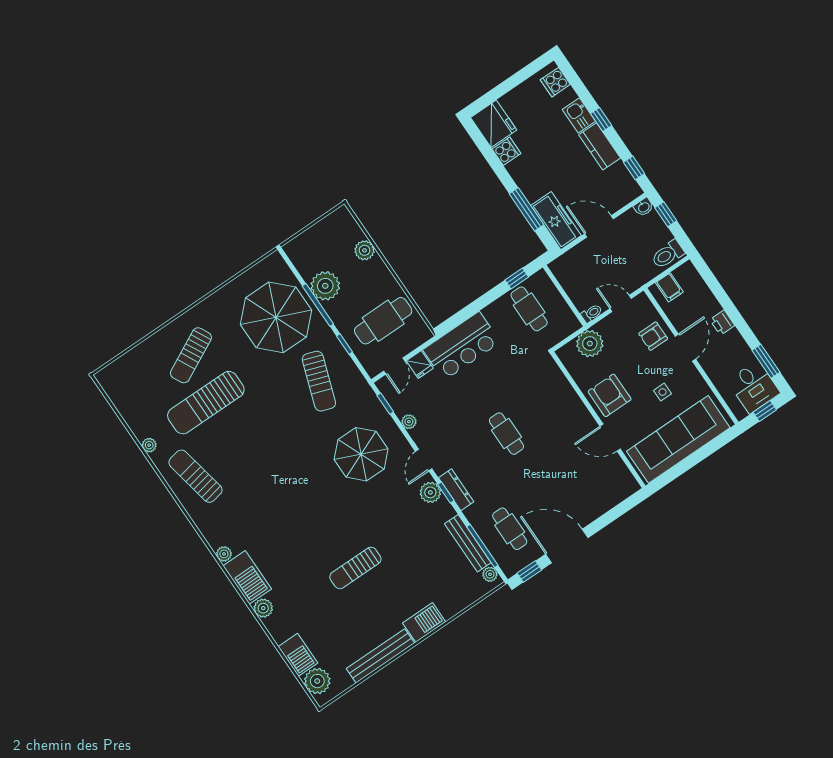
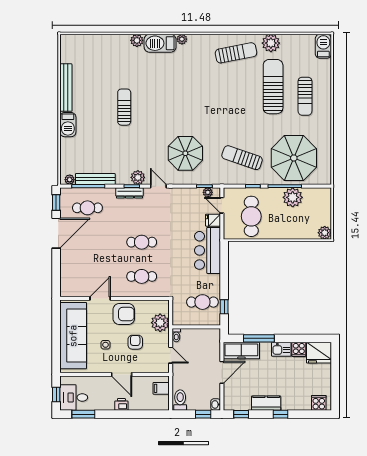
kitchen sink: (579, 115) -> (281, 349), moved, turned 180
plant: (365, 250) -> (325, 233), moved
door: (621, 303) -> (171, 355), hinge flipped
armchair: (653, 336) -> (135, 342), moved
sun lounger: (191, 355) -> (305, 96), turned -153
cafe table: (549, 405) -> (142, 276), added
plant: (409, 422) -> (208, 192), moved
plant: (149, 445) -> (271, 43), width x1.88, depth x1.88
barbecue: (298, 655) -> (323, 46), moved, turned 90
plant: (317, 681) -> (76, 43), removed

